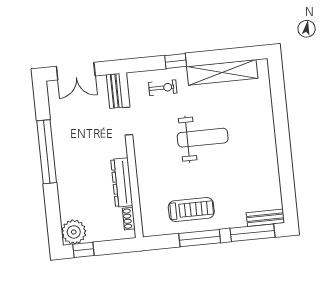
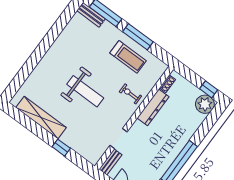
exercise bike: (163, 88) -> (130, 94), moved
weight bench: (203, 138) -> (85, 91), turned 180
treadmill: (191, 210) -> (128, 57), turned 180

